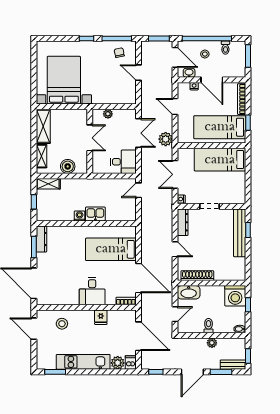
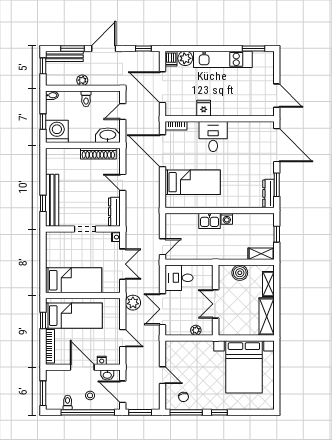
stool: (62, 324) -> (246, 101), removed
bench: (233, 365) -> (64, 56), width x1.36

